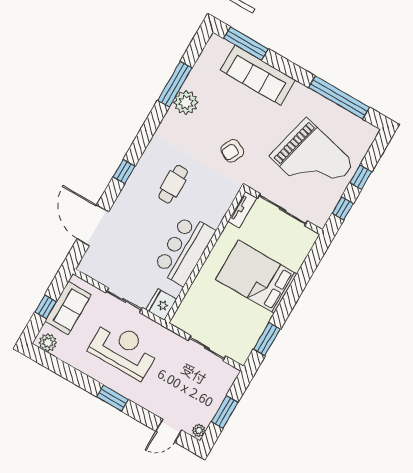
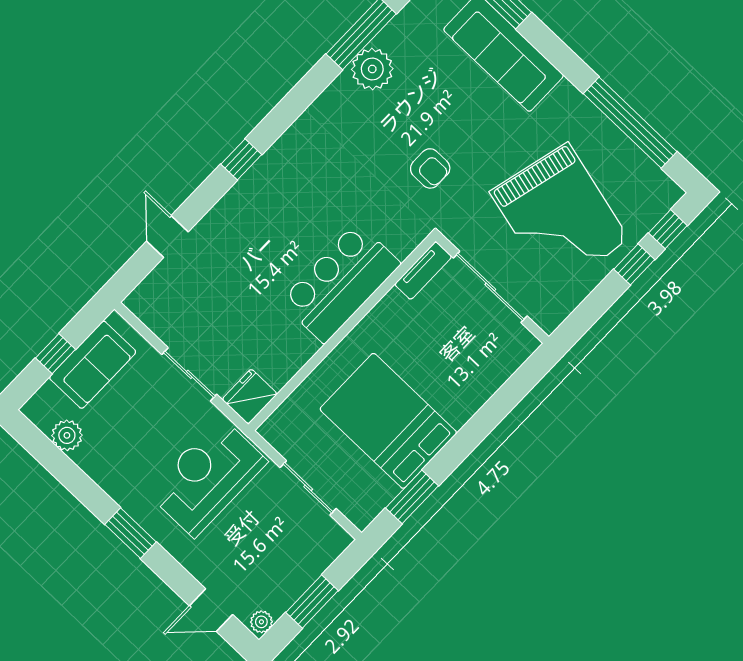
armchair: (232, 151) -> (430, 168), turned -117
cafe table: (173, 184) -> (318, 200), removed
window: (343, 208) -> (668, 229), moved
door: (93, 225) -> (167, 237), width x0.53
bar counter: (184, 250) -> (341, 283), moved
bed: (256, 277) -> (388, 421), moved
plant: (48, 343) -> (67, 435), moved
reception desk: (124, 349) -> (207, 477), moved, turned -90

